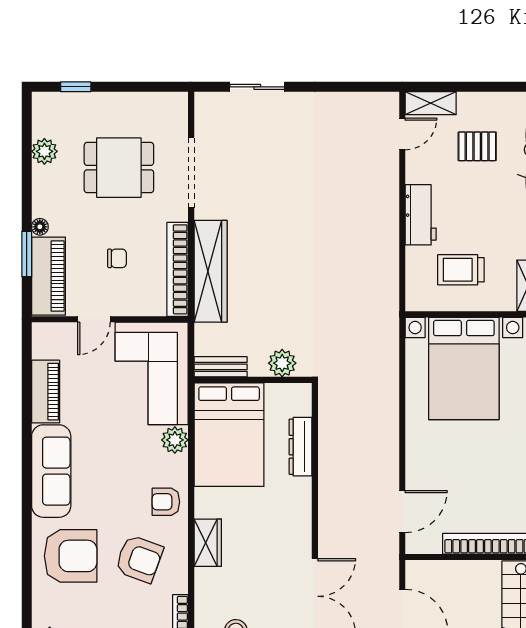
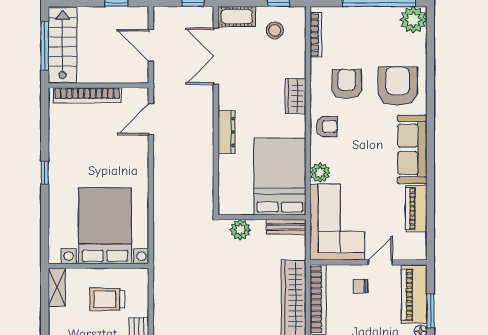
chair: (117, 258) -> (360, 286), moved
trolley: (461, 270) -> (107, 299), turned 180
dresser: (301, 447) -> (227, 132), moved
armchair: (71, 556) -> (398, 86), turned 90
armchair: (139, 559) -> (347, 84), turned 70

